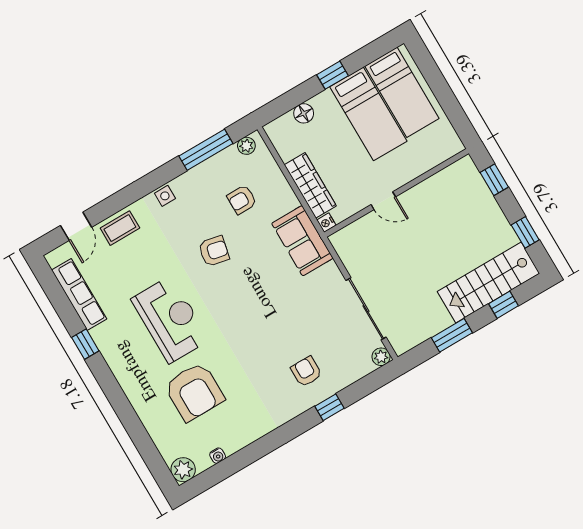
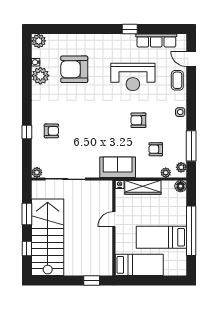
window: (333, 75) -> (191, 231), width x3.17
bed: (402, 92) -> (139, 265), moved, turned 180
floor lamp: (304, 113) -> (181, 186), moved
plant: (268, 164) -> (166, 173), added
armchair: (242, 200) -> (156, 149), turned -90
window: (525, 232) -> (56, 281), removed
armchair: (214, 251) -> (138, 120), turned 78
stairs: (488, 283) -> (48, 237), width x1.36, depth x1.51
reception desk: (170, 319) -> (133, 77), moved
plant: (234, 437) -> (40, 76), added

